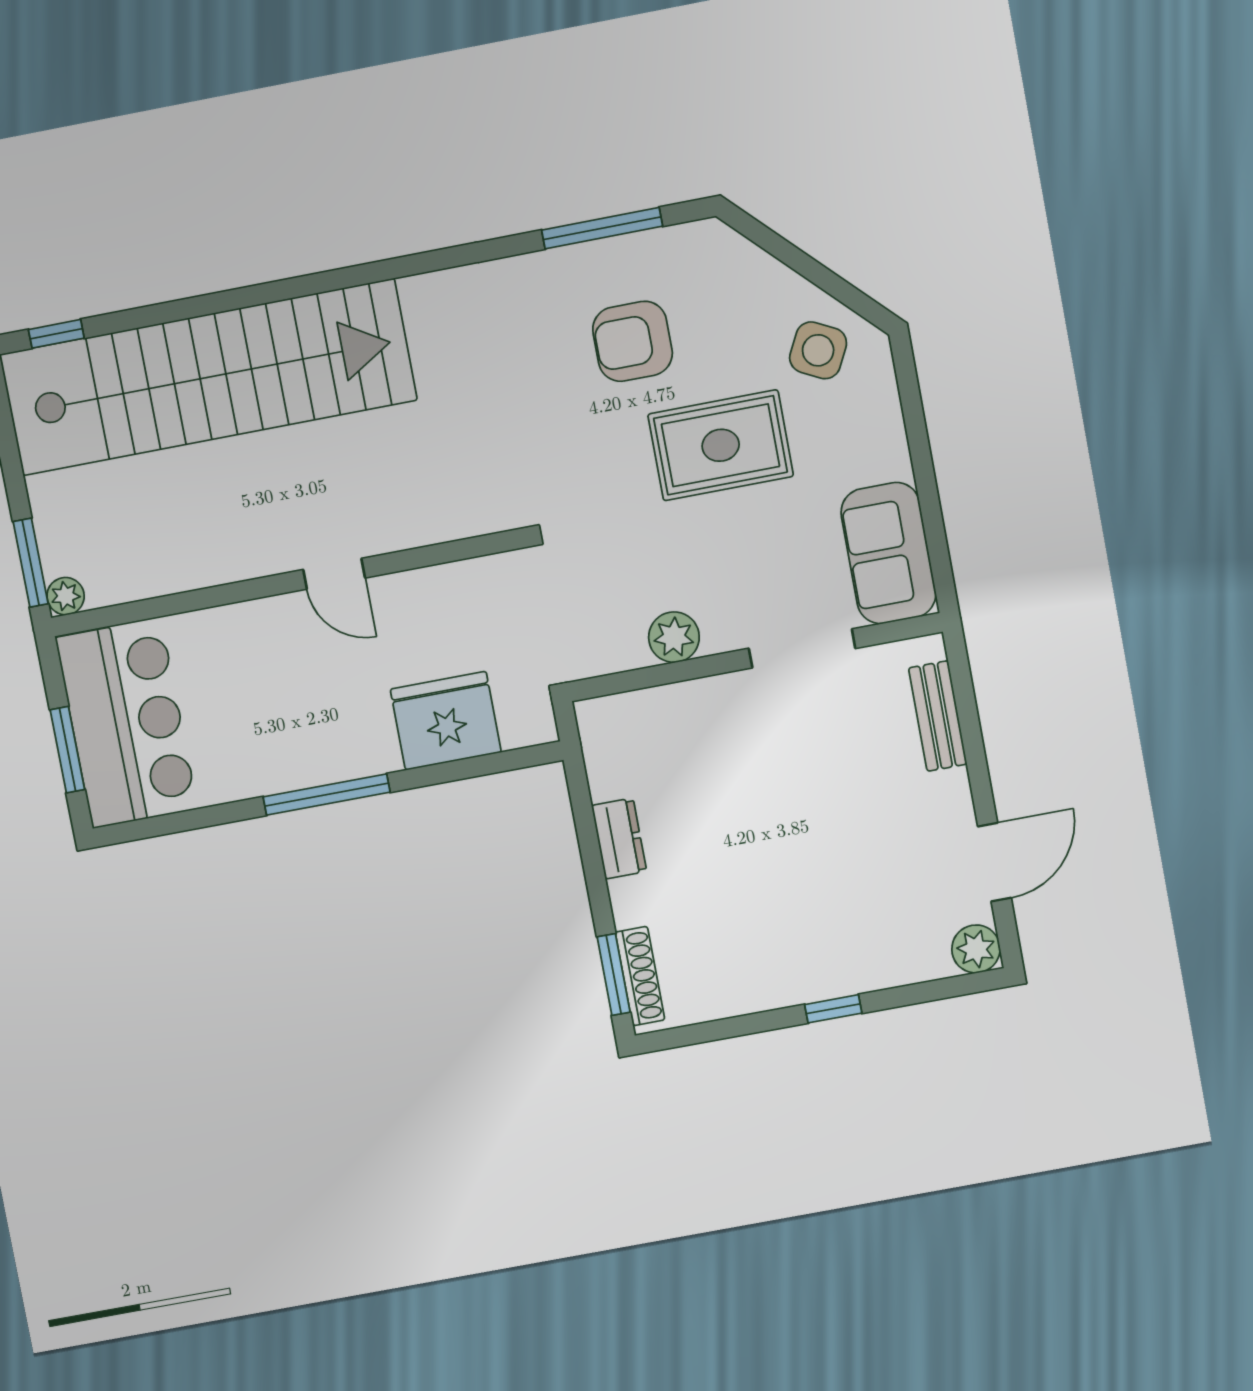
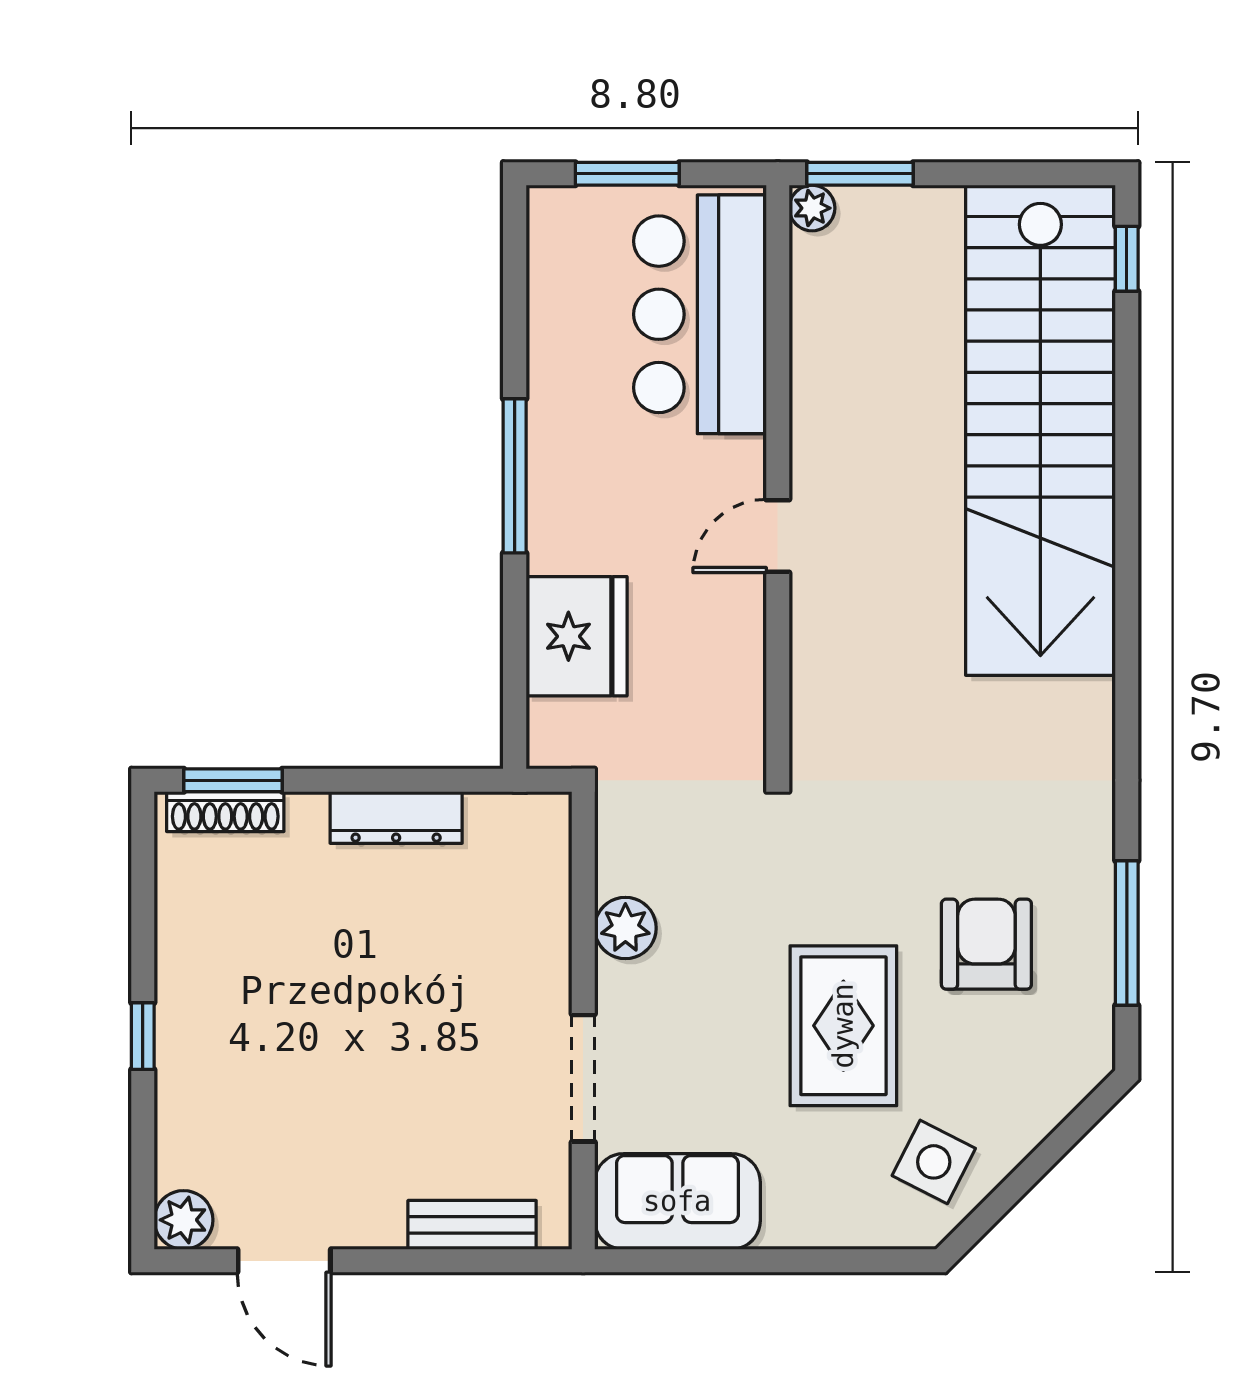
bar counter: (127, 723) -> (700, 314), moved, turned 90
dresser: (619, 838) -> (396, 817), width x1.44

